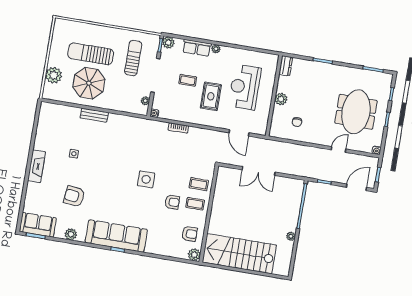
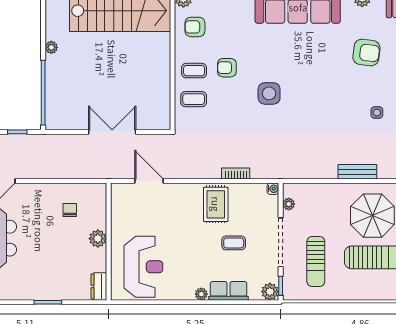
reception desk: (245, 87) -> (143, 267), moved
rug: (211, 96) -> (216, 204), moved

